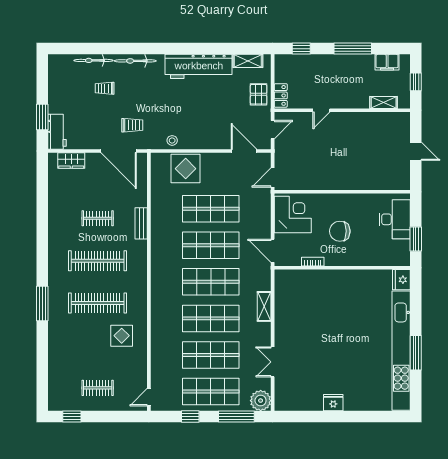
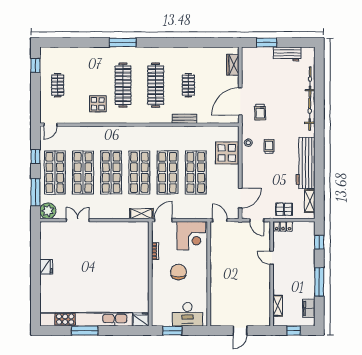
trolley: (105, 88) -> (269, 146), moved
workbench: (57, 132) -> (287, 54), moved
shelving: (264, 306) -> (141, 214), moved
door: (149, 397) -> (50, 125), swing flipped

